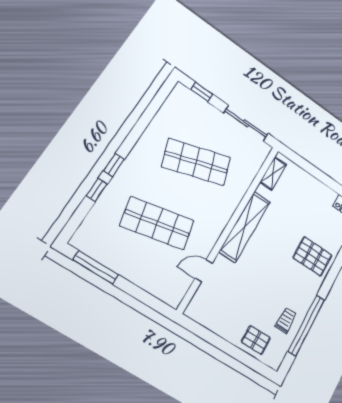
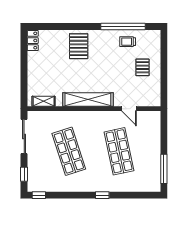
window: (97, 190) -> (39, 195), moved
pallet: (256, 340) -> (142, 67), moved

